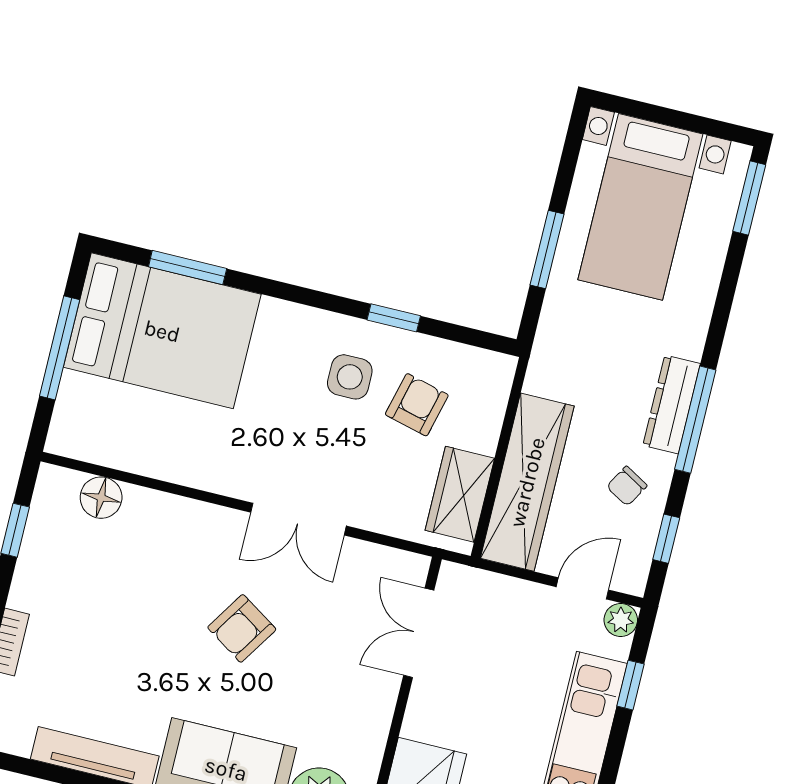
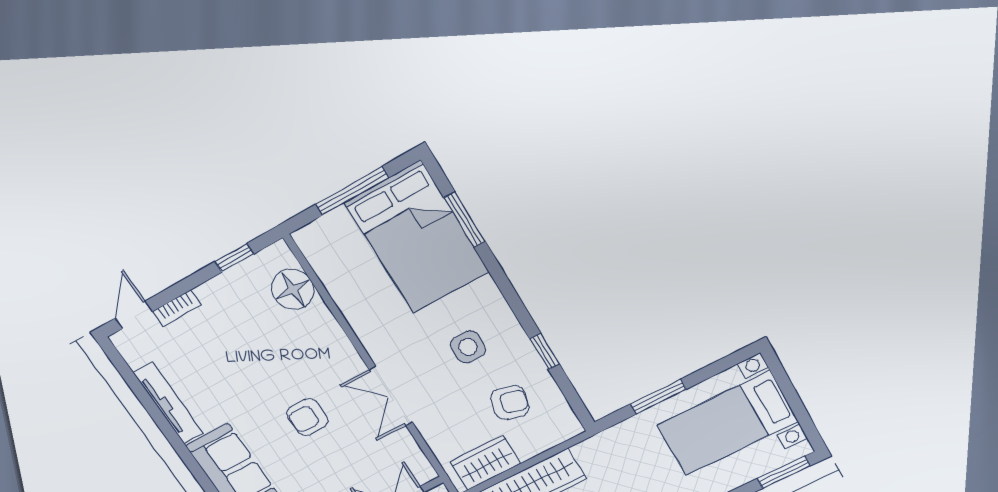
side table: (350, 377) -> (468, 347), moved
floor lamp: (101, 498) -> (293, 289), width x1.38, depth x1.38
armchair: (242, 628) -> (307, 417), turned -33

